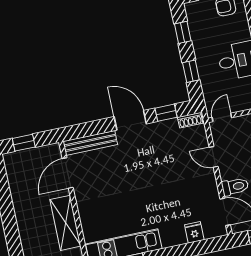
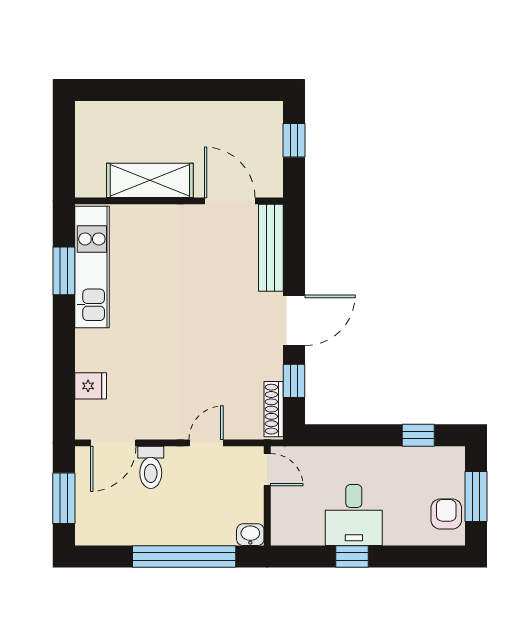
window: (191, 71) -> (353, 435), removed
shoe rack: (190, 120) -> (274, 409), width x1.43

